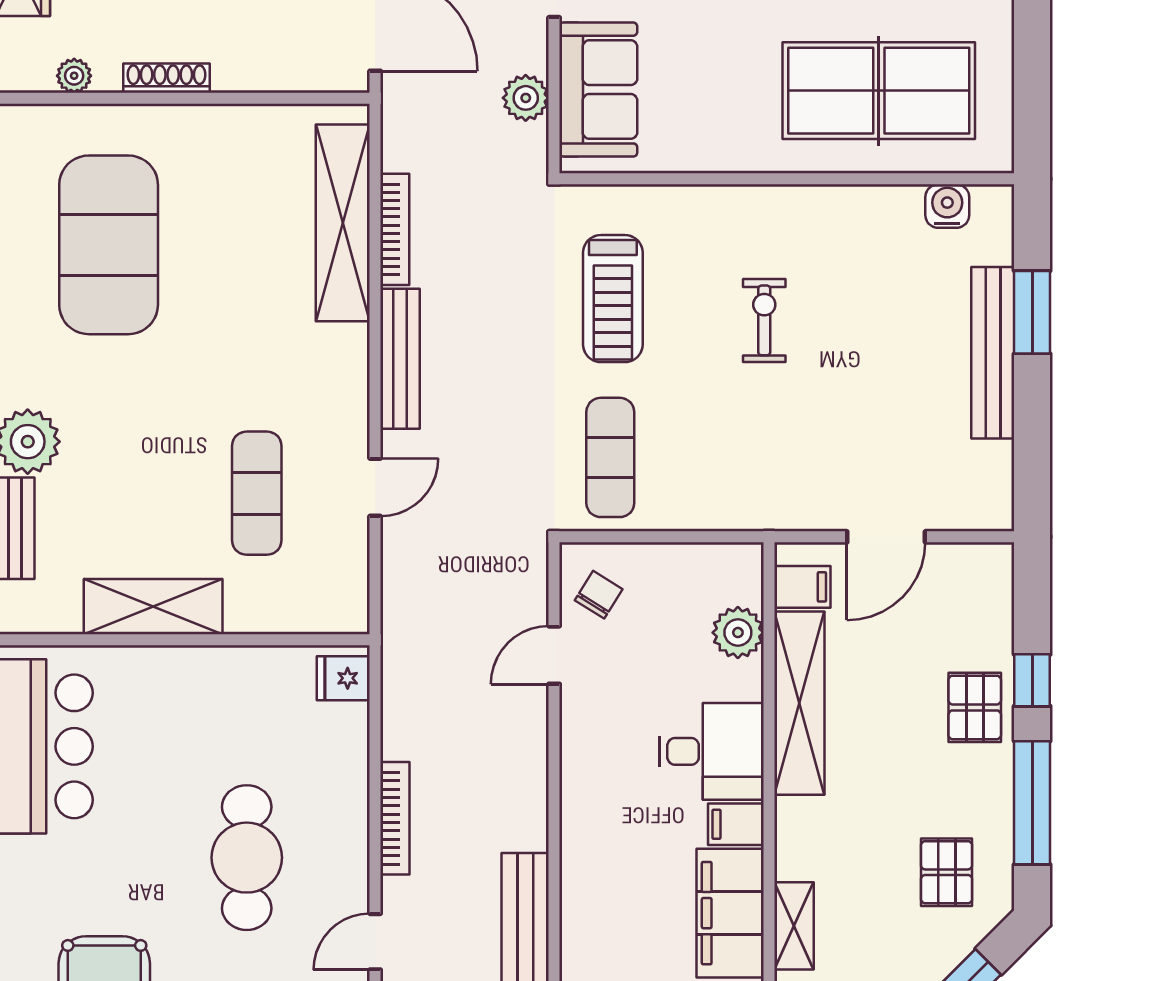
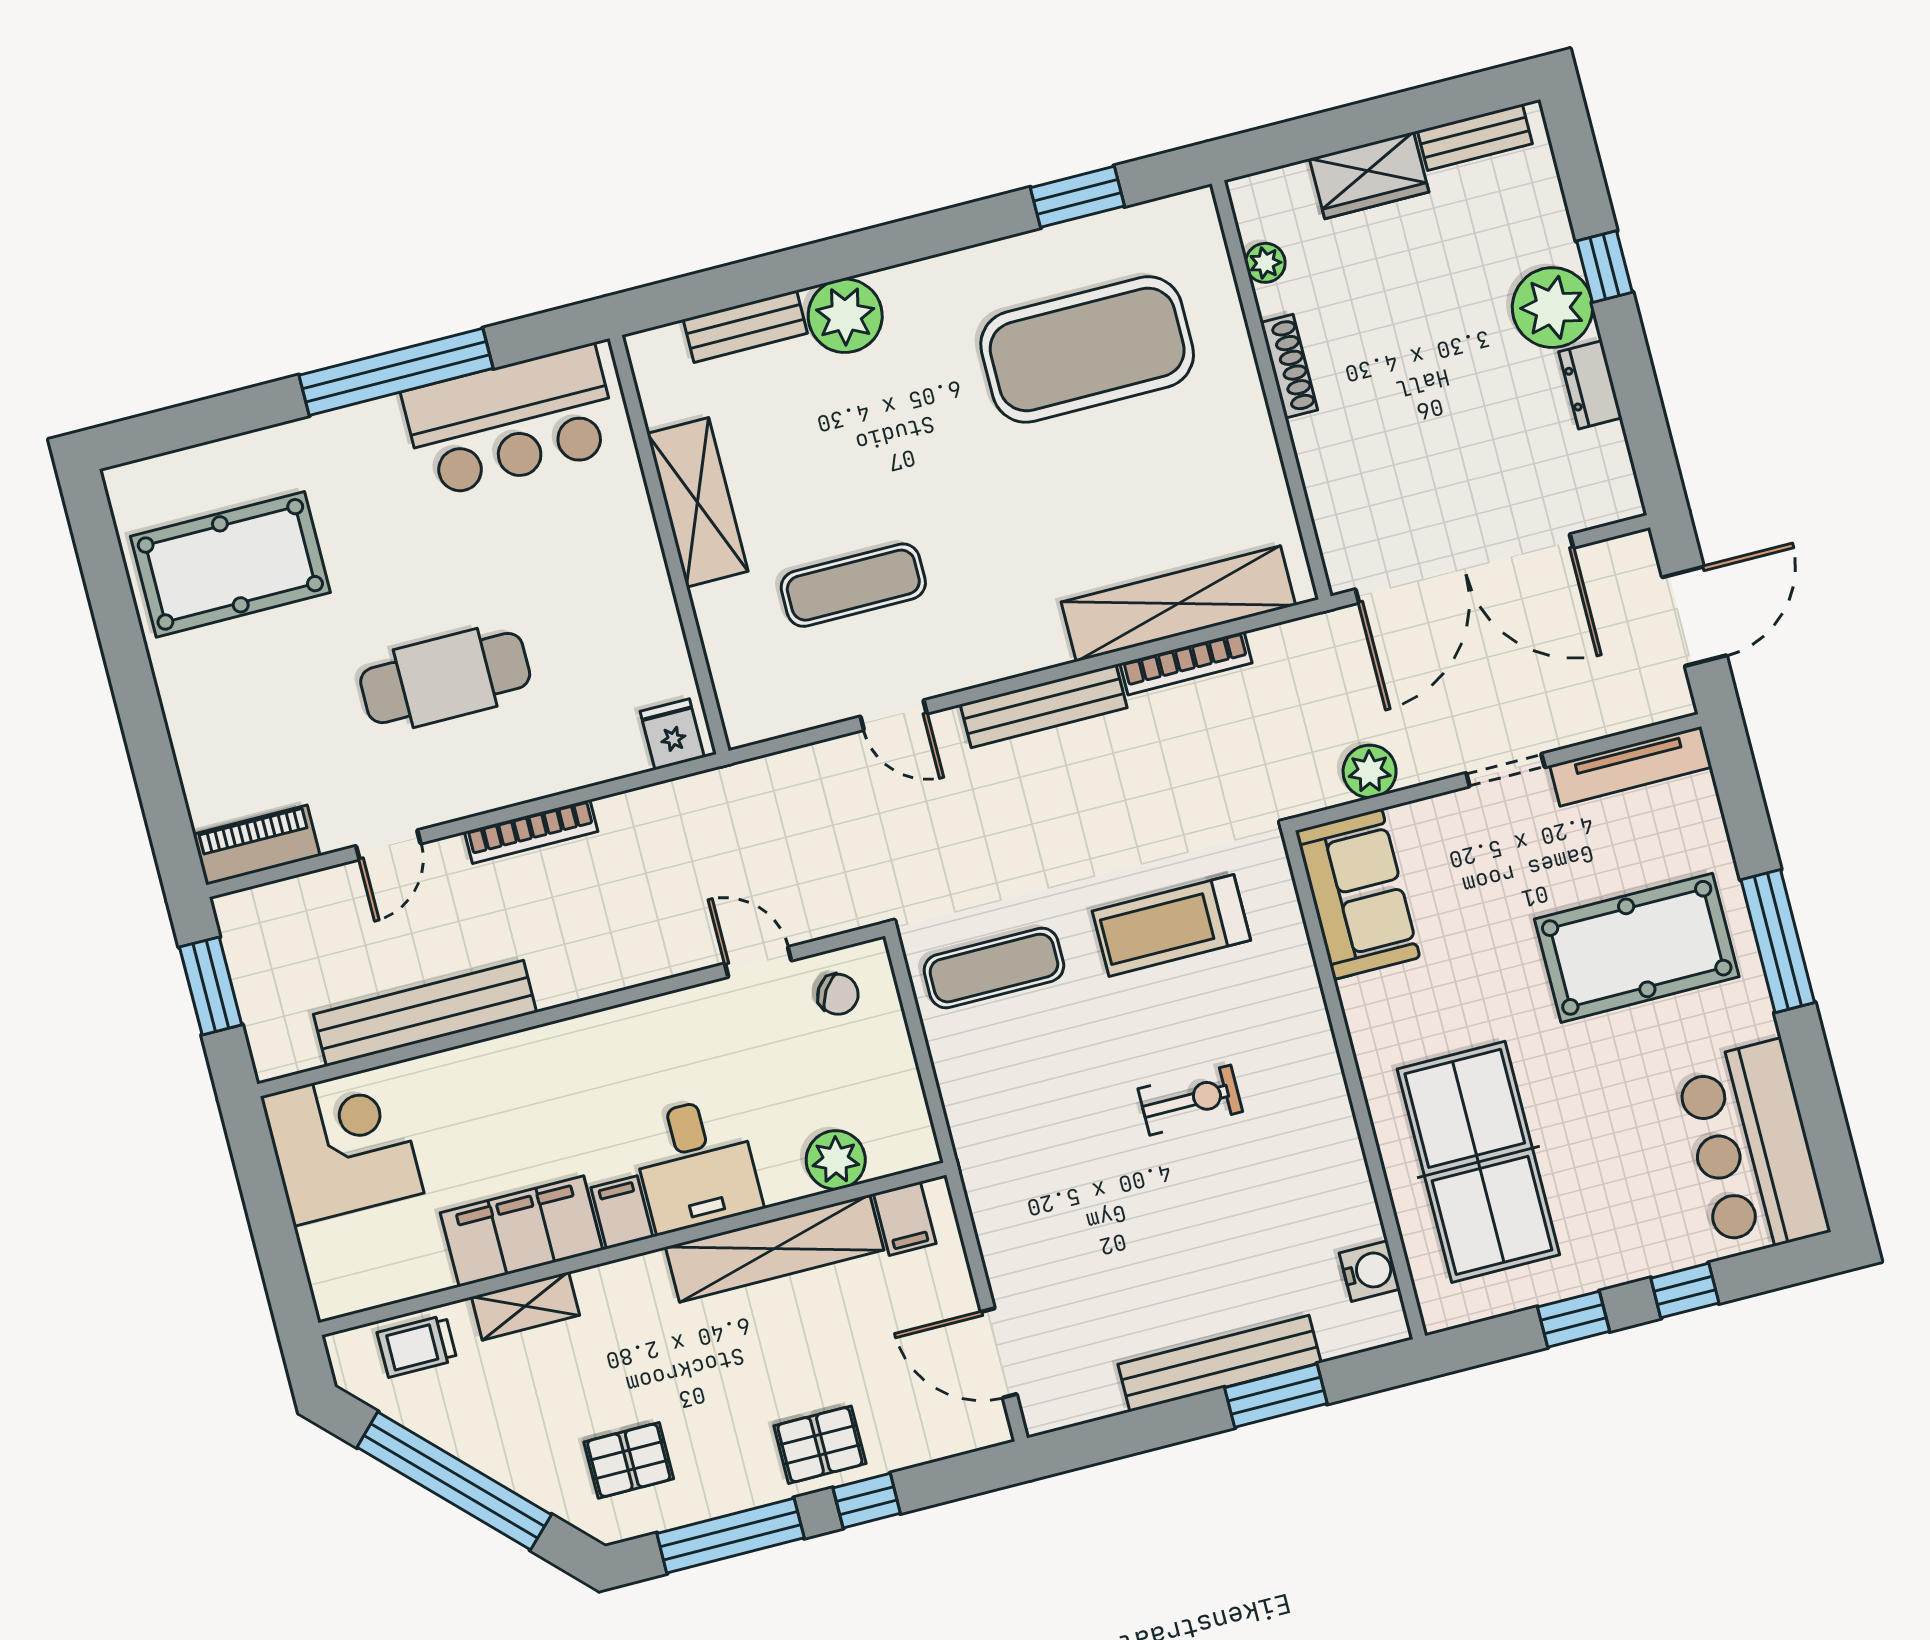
window: (1032, 45) -> (1573, 1319), added
sofa: (598, 90) -> (1358, 894), moved, turned -90
door: (886, 537) -> (999, 1353), moved
door: (375, 942) -> (388, 845), swing flipped

